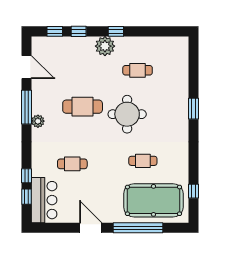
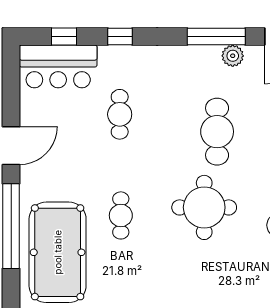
plant: (38, 121) -> (233, 56), moved
cafe table: (143, 161) -> (121, 215), moved
window: (27, 176) -> (120, 37), moved

